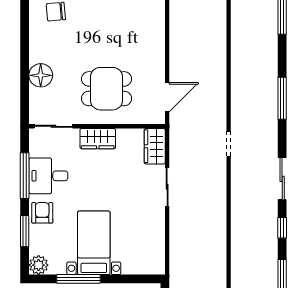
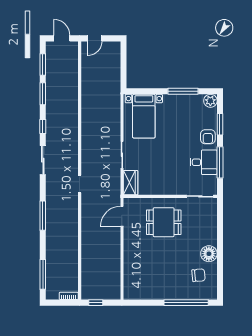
floor lamp: (41, 75) -> (209, 254), moved
wardrobe: (98, 139) -> (170, 188), removed
bed with nightstands: (94, 243) -> (144, 116), moved

